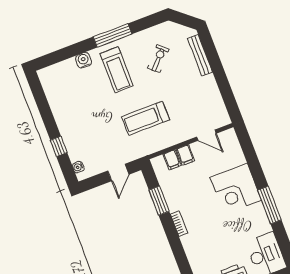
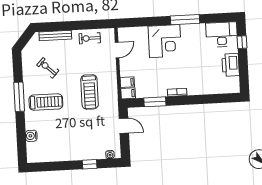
water cooler: (83, 60) -> (31, 136), moved
exercise bike: (210, 98) -> (90, 38), added
filing cabinet: (185, 155) -> (128, 93), moved

